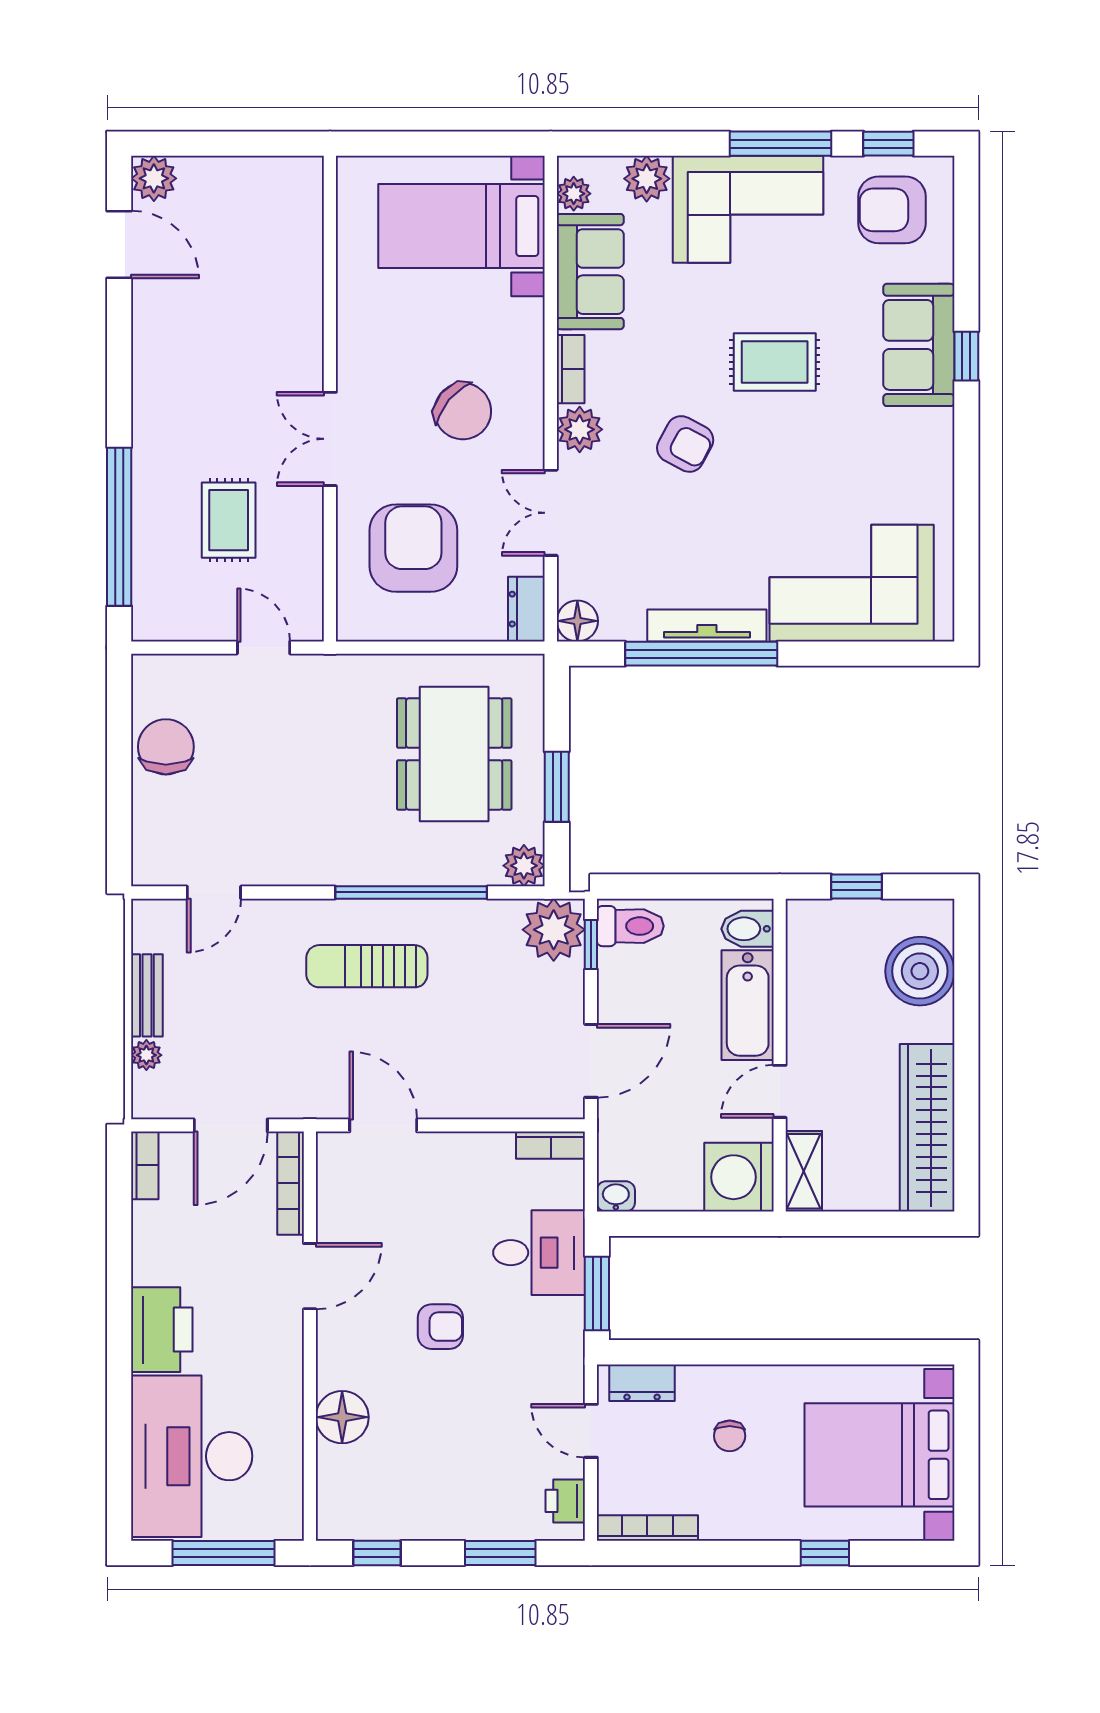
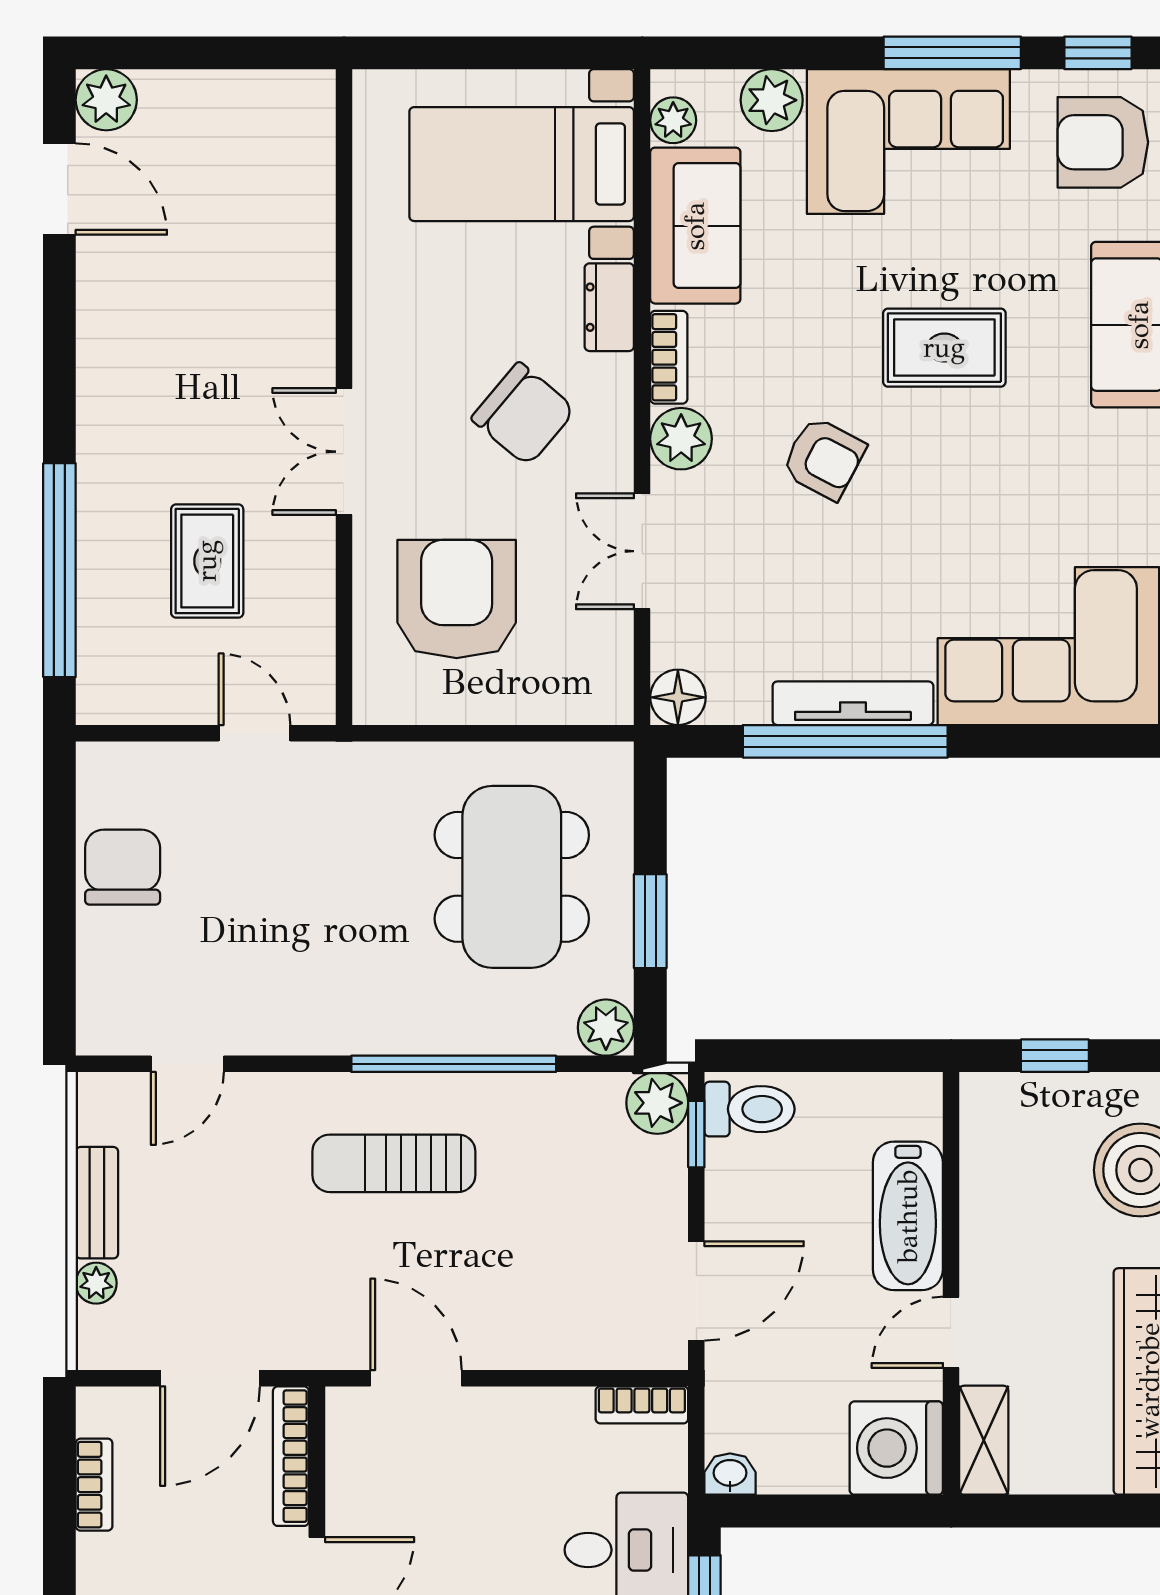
dresser: (526, 609) -> (609, 307), moved
bidet: (747, 929) -> (908, 1113), removed
plant: (554, 930) -> (657, 1103), width x0.73, depth x0.73
bookcase: (145, 1165) -> (94, 1485), moved

